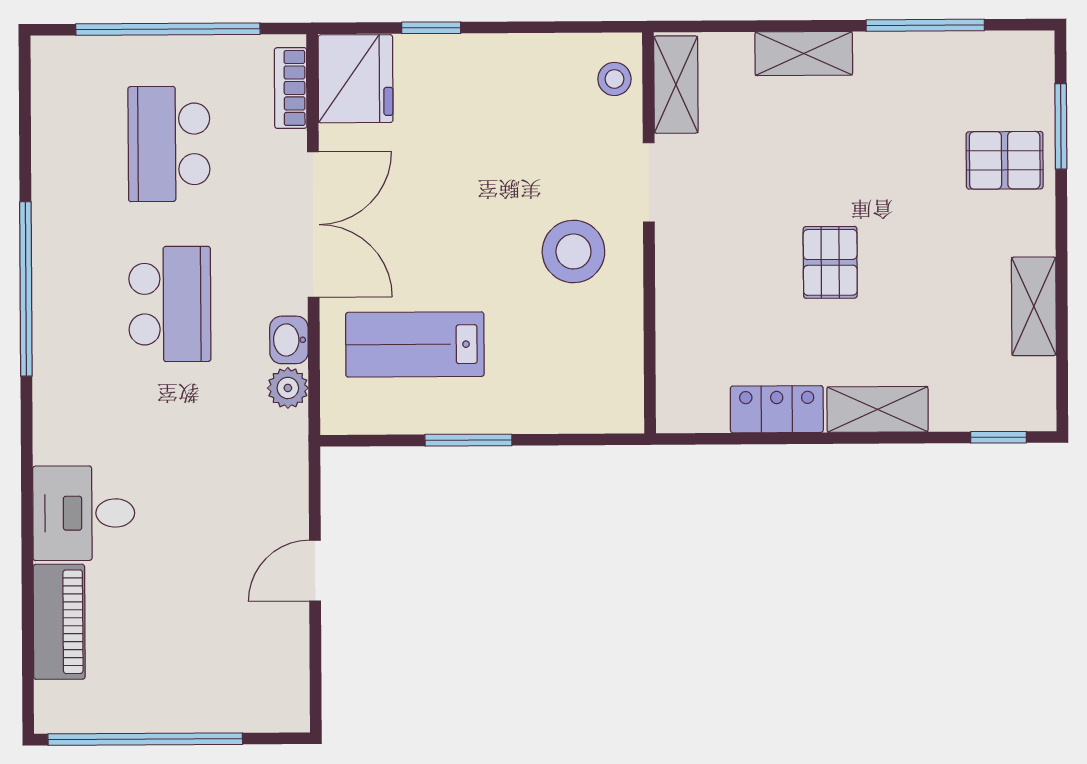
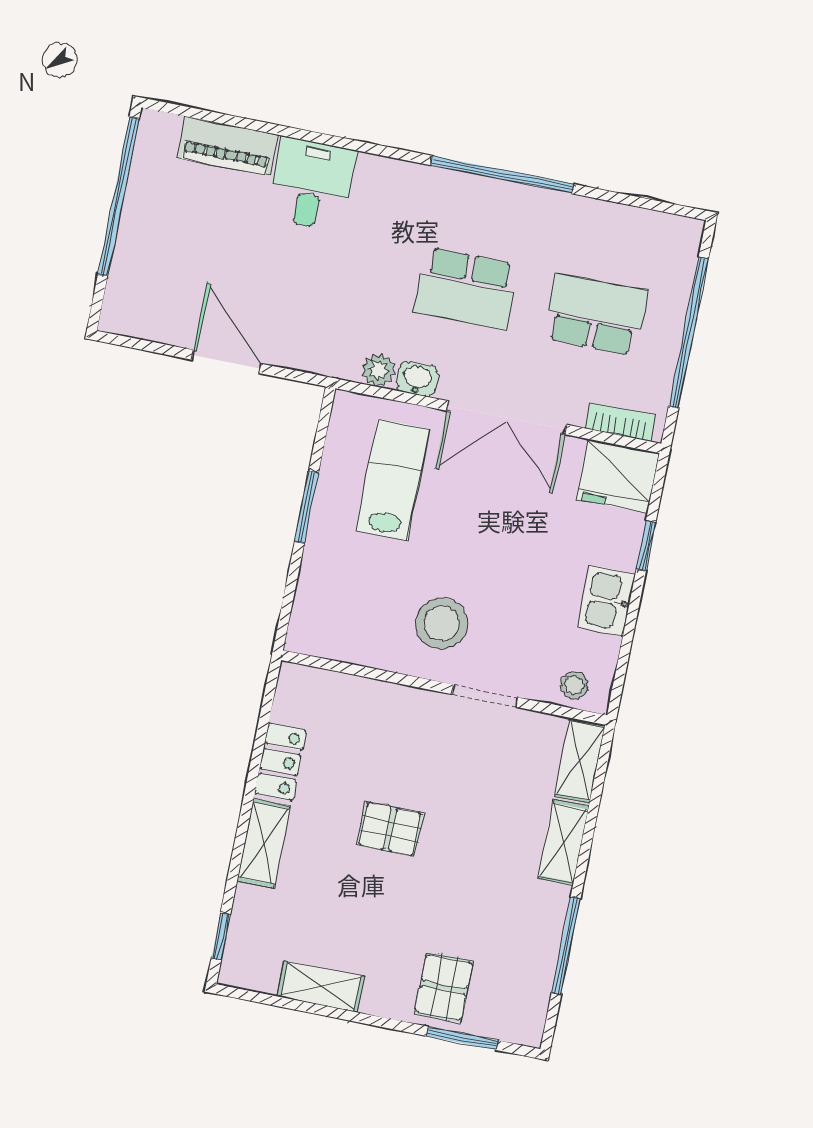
kitchen sink: (506, 61) -> (606, 601), added
shelving: (676, 85) -> (580, 761), moved, turned 90
door: (315, 571) -> (226, 362), width x1.38

